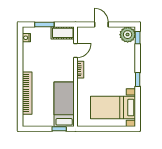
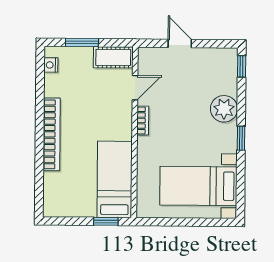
plant: (128, 35) -> (224, 109), moved
bookcase: (27, 93) -> (52, 134), moved

